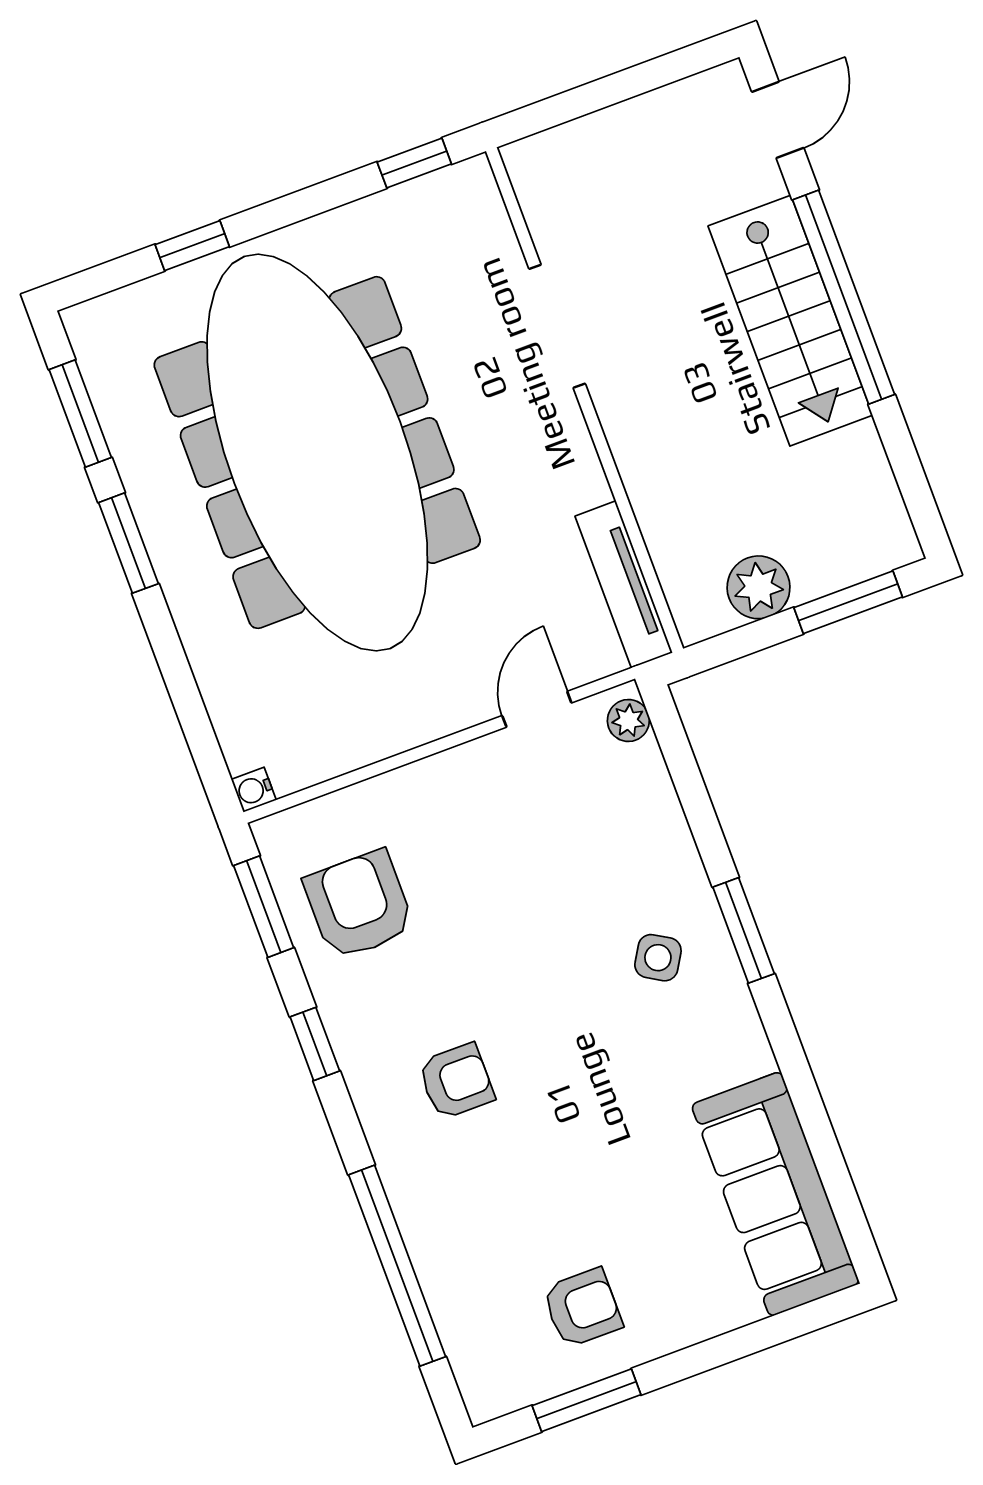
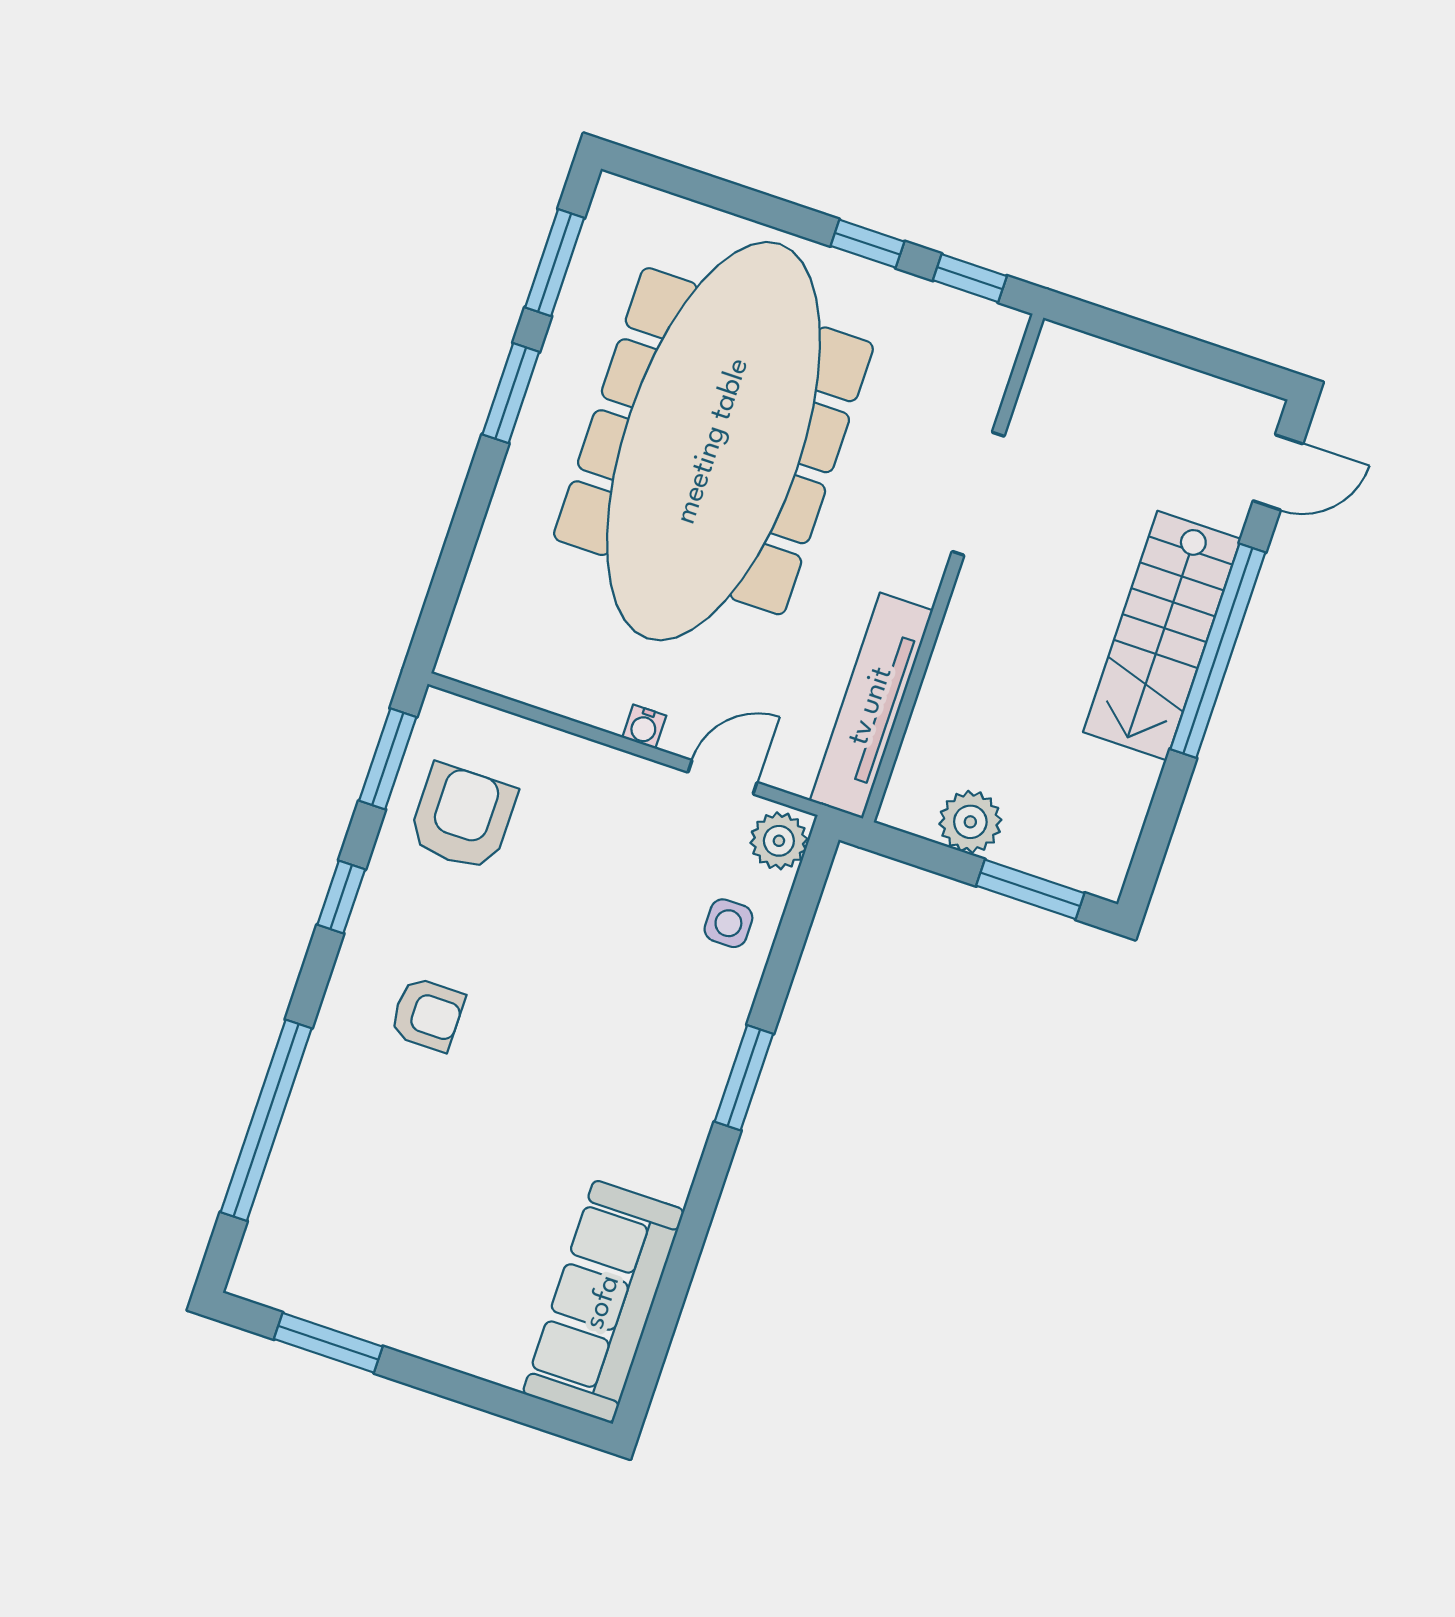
window: (192, 246) -> (867, 244), moved
tv unit: (624, 584) -> (871, 706), width x1.36, depth x1.29
plant: (628, 720) -> (779, 841), width x1.38, depth x1.38
water cooler: (254, 790) -> (644, 727), moved, turned -90
side table: (658, 958) -> (728, 923), moved, turned -31
armchair: (582, 1308) -> (383, 1269), removed

